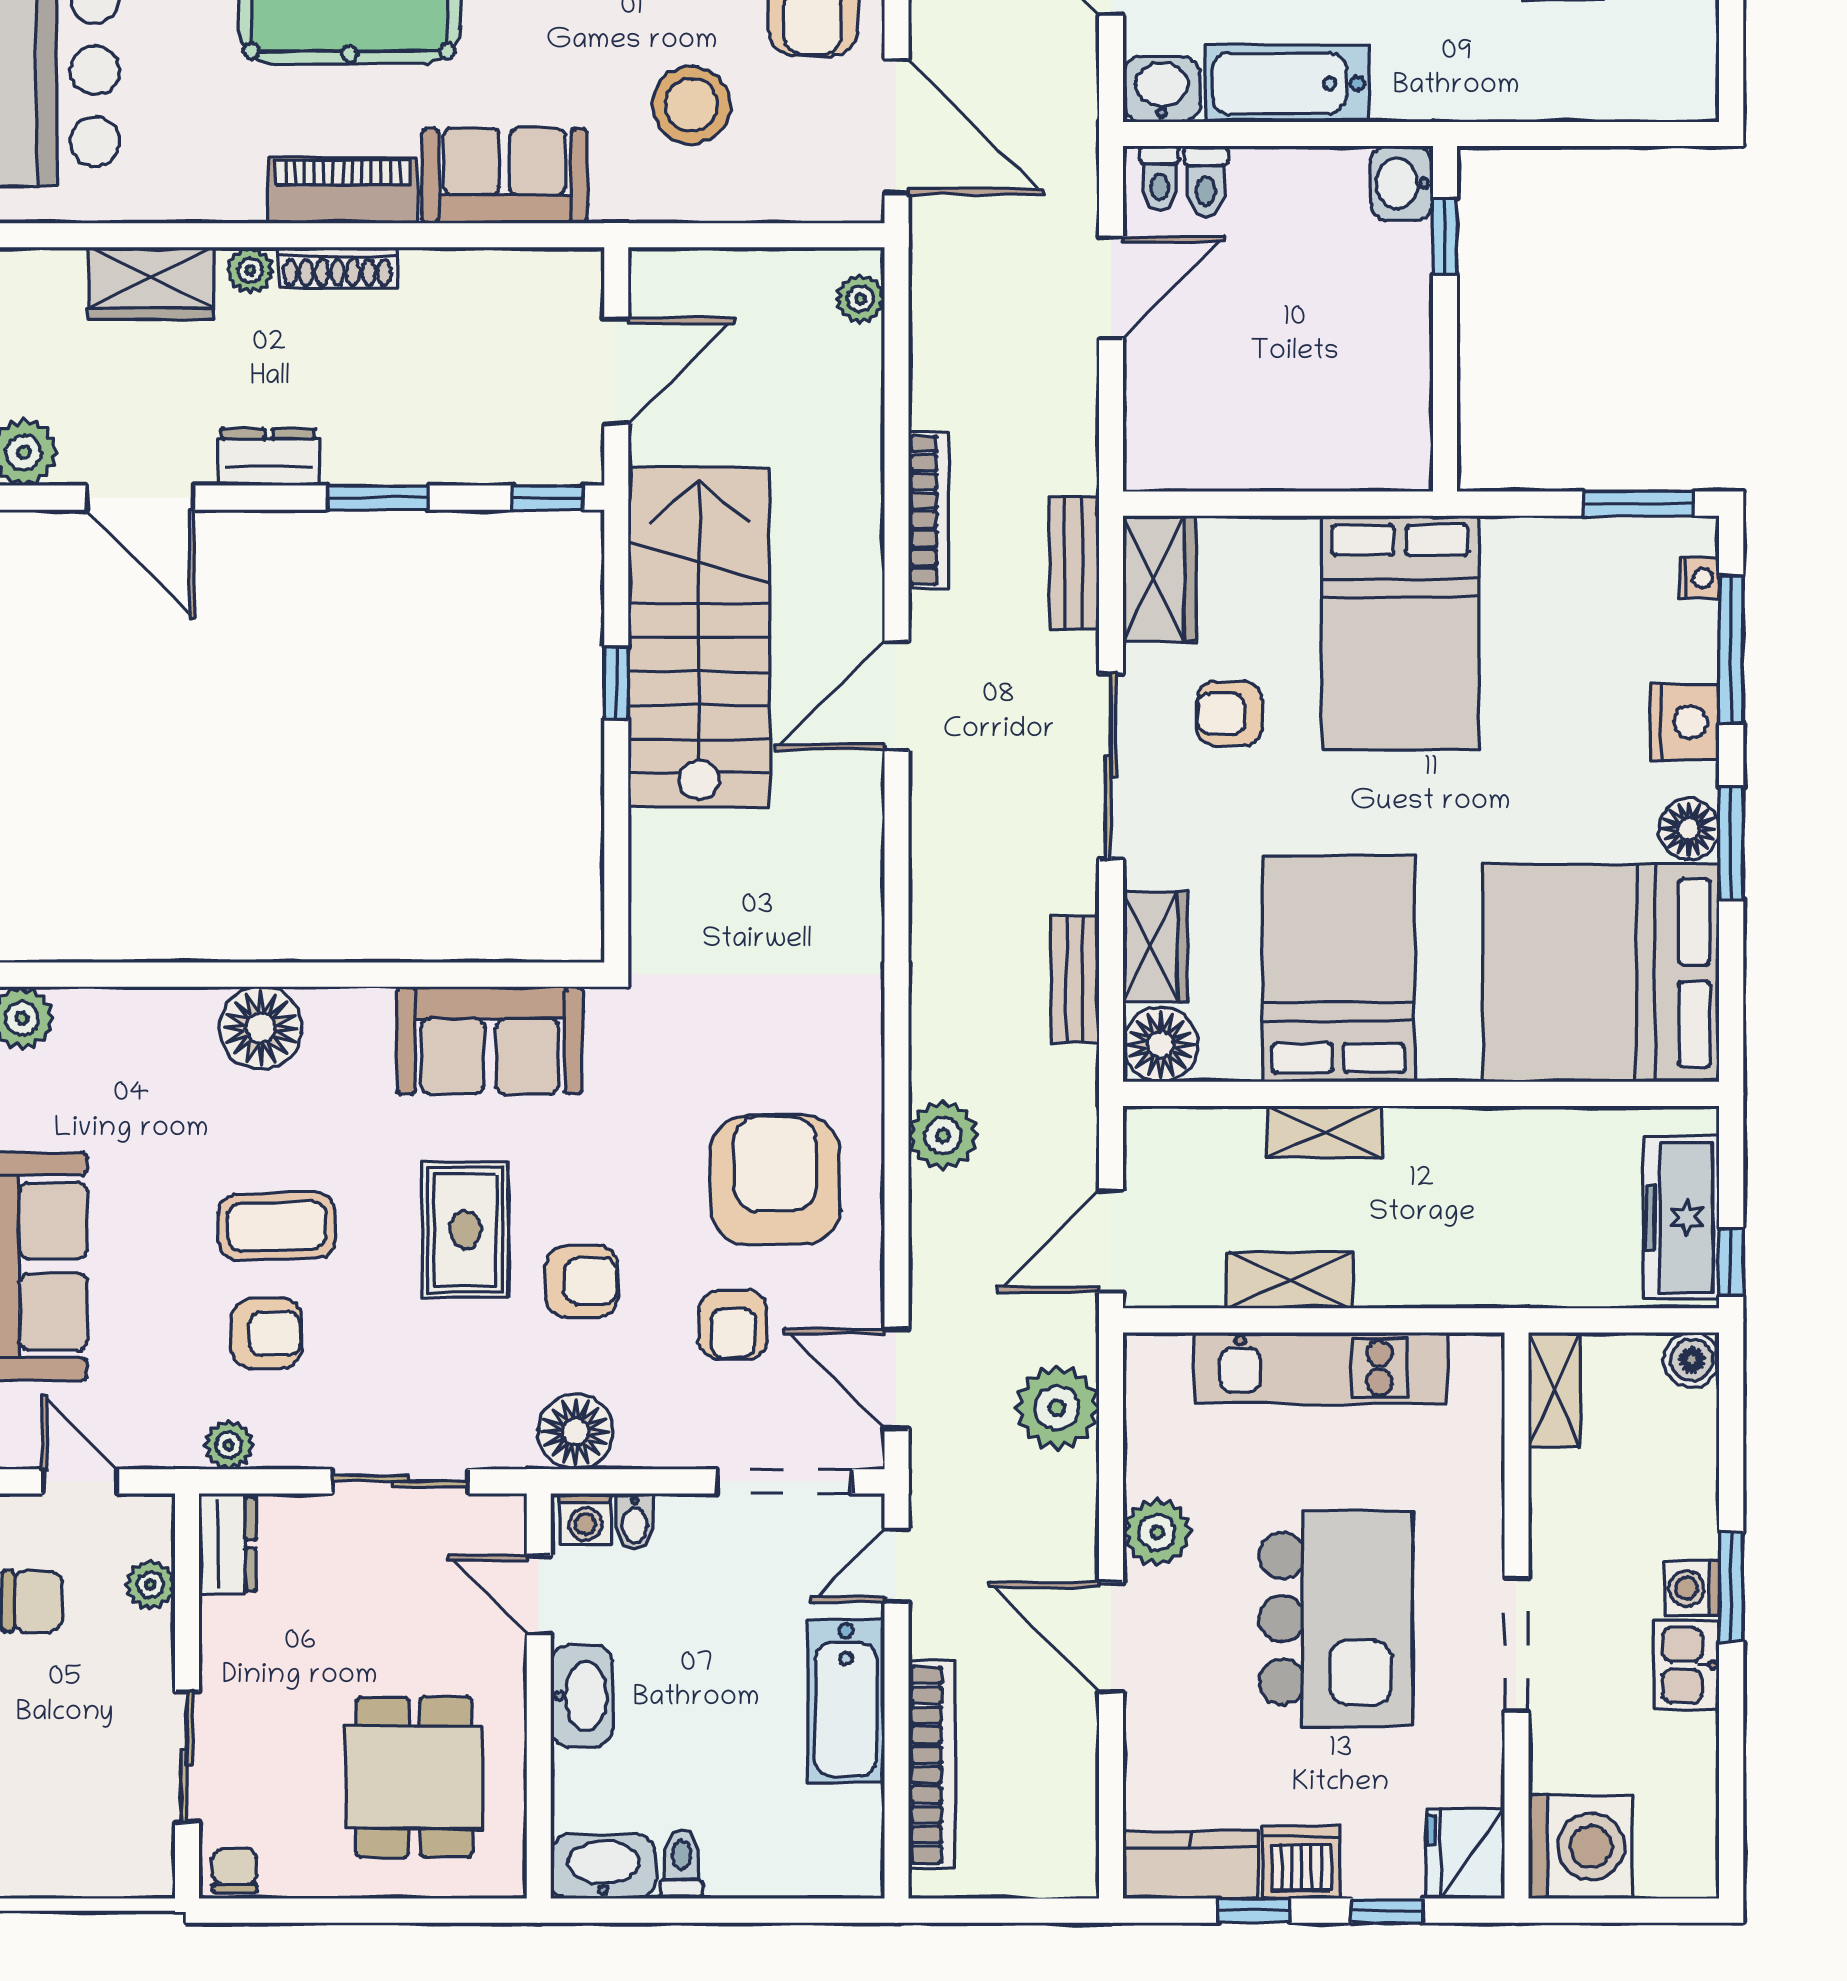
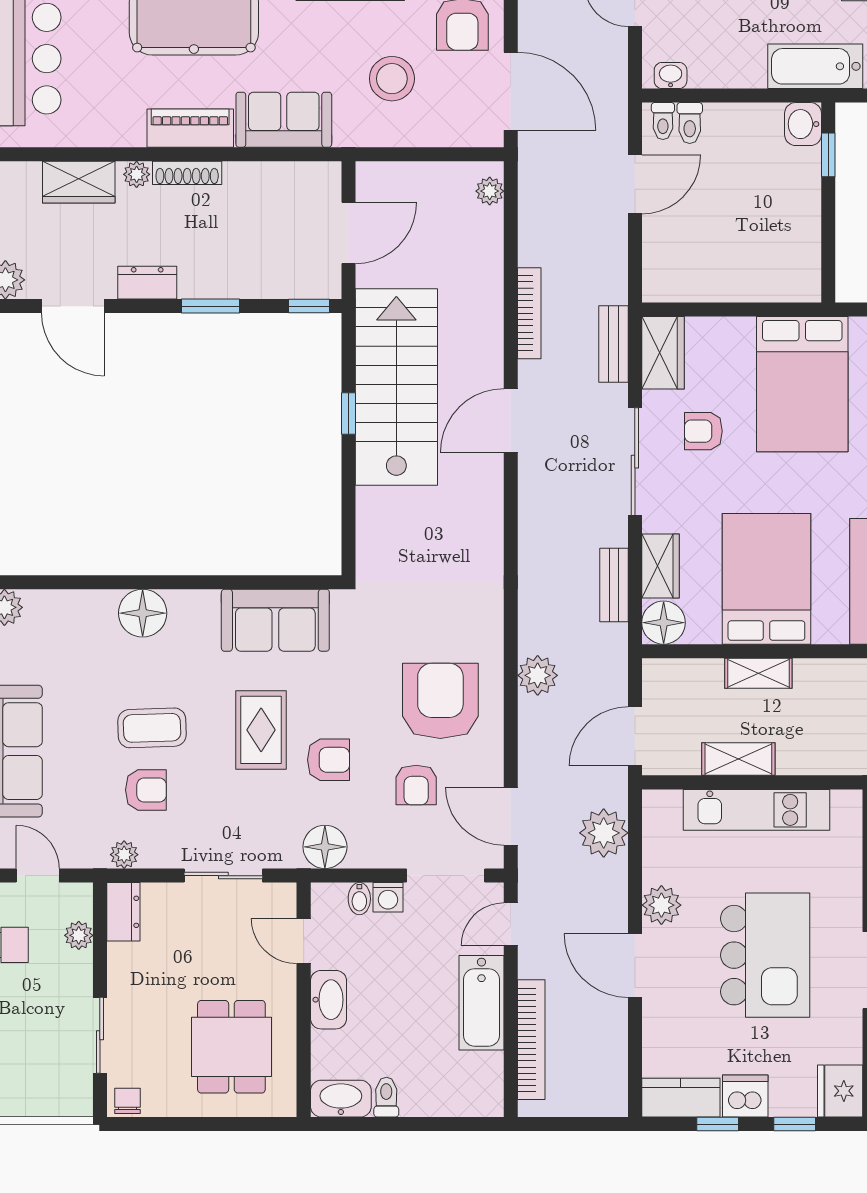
bathtub: (1287, 83) -> (815, 66), moved
washbasin: (1162, 89) -> (671, 75), width x0.72, depth x0.69
washing machine: (585, 1519) -> (388, 897), moved

